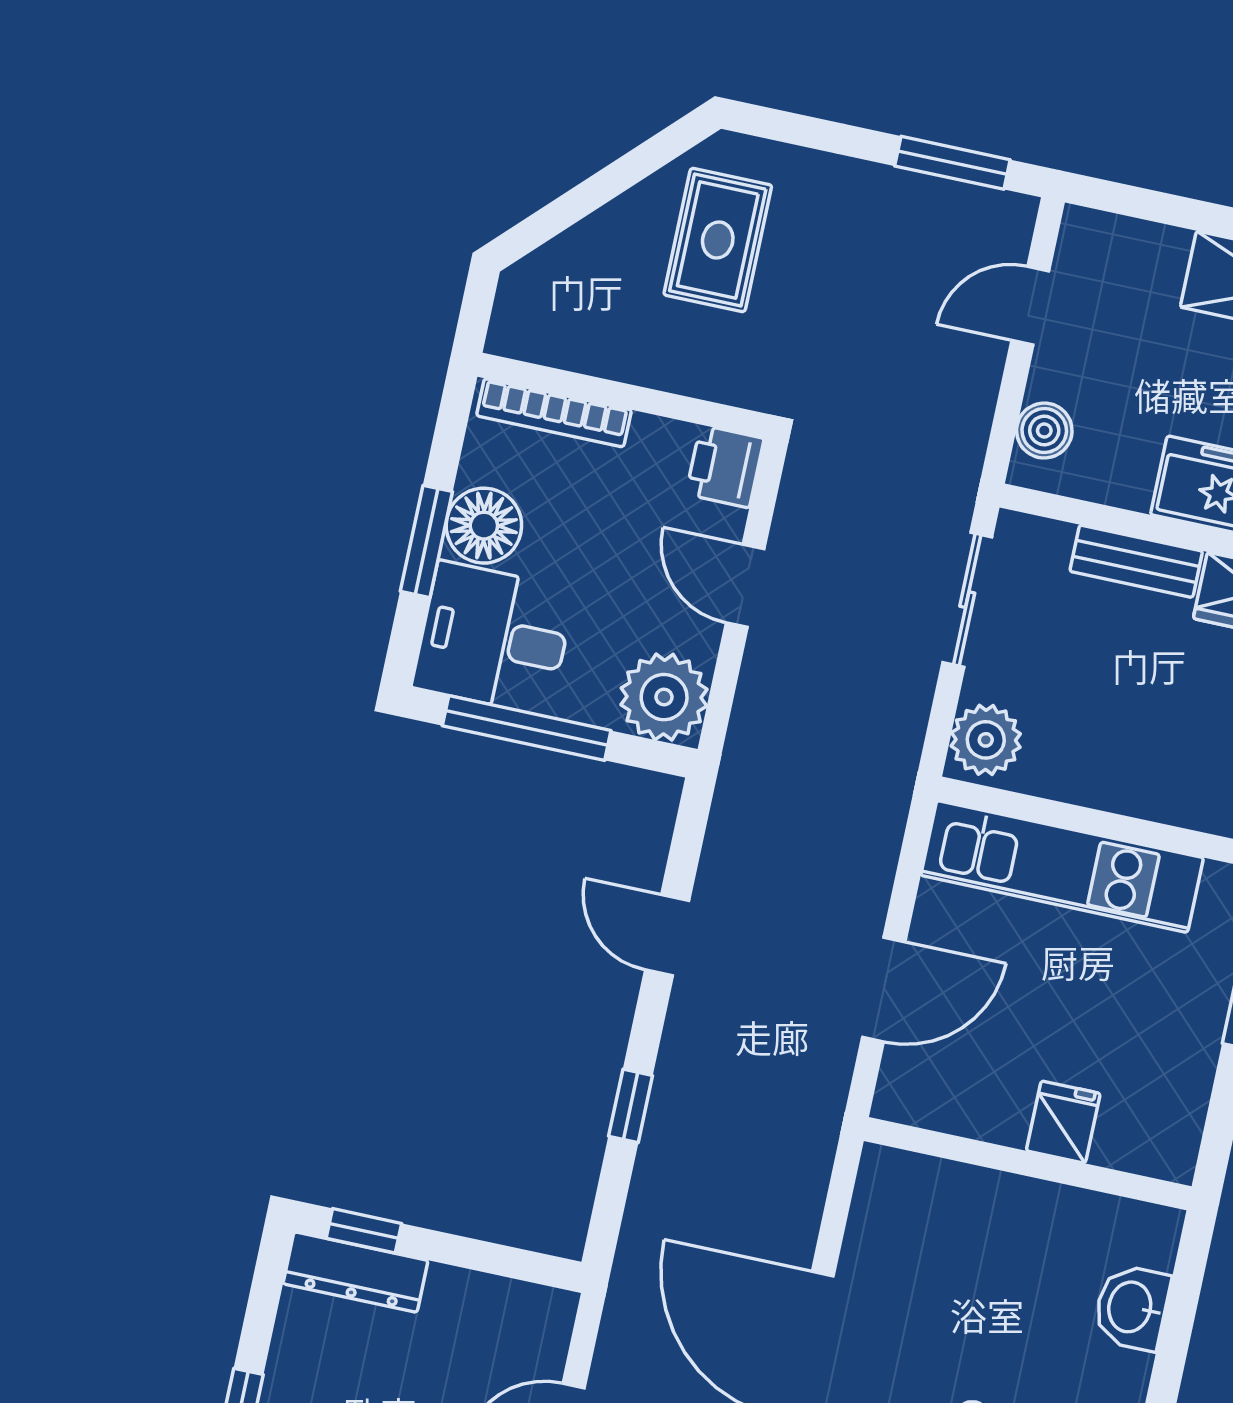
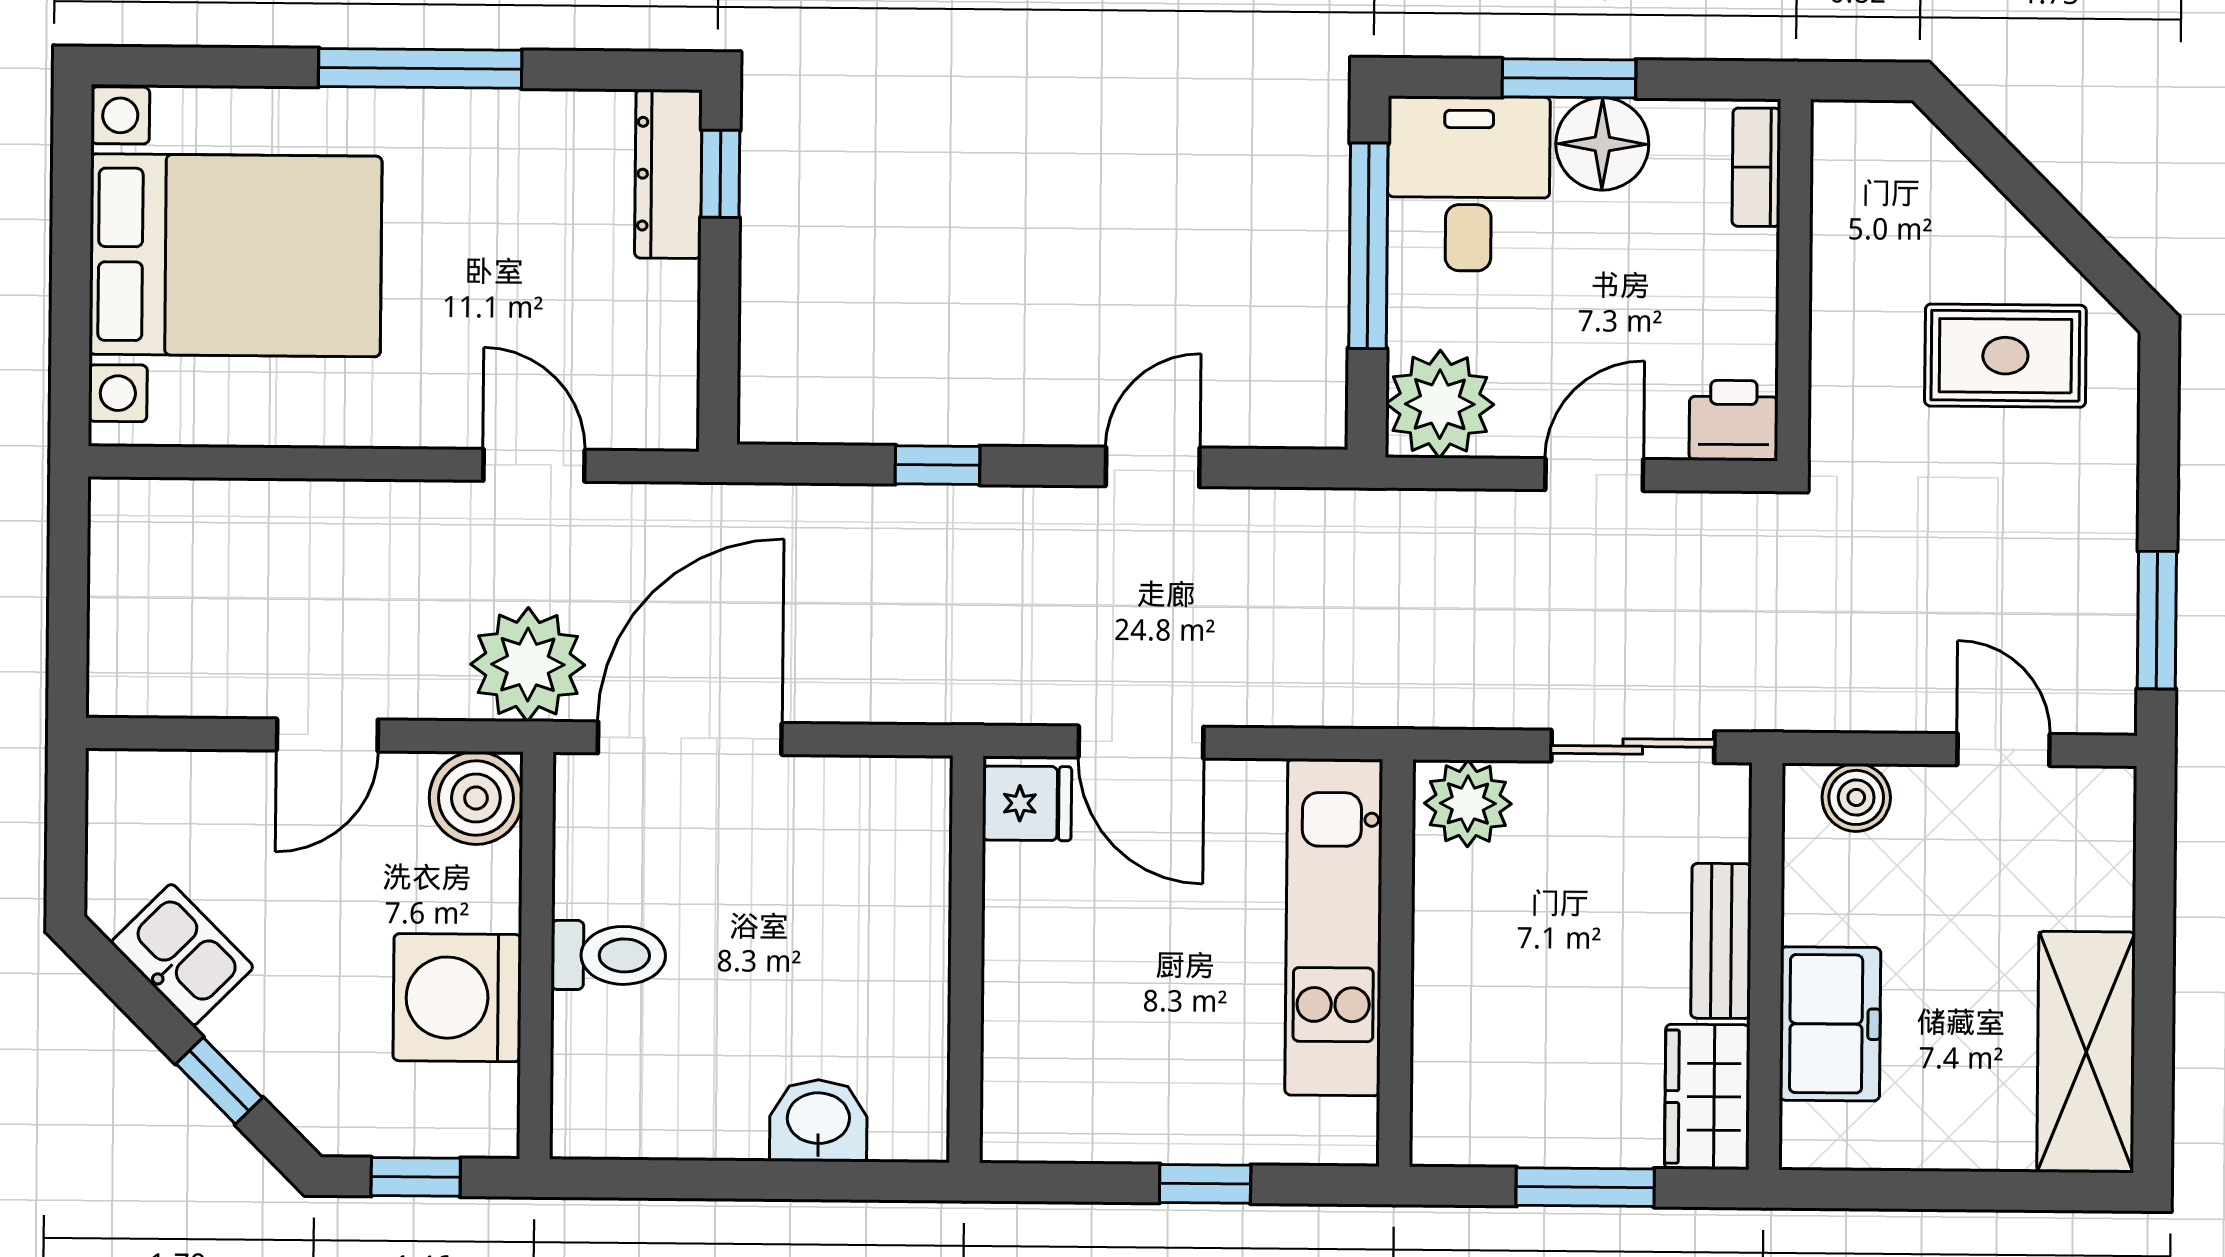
bookcase: (554, 413) -> (1756, 167), width x0.64
fridge: (1063, 1122) -> (1027, 803), moved

